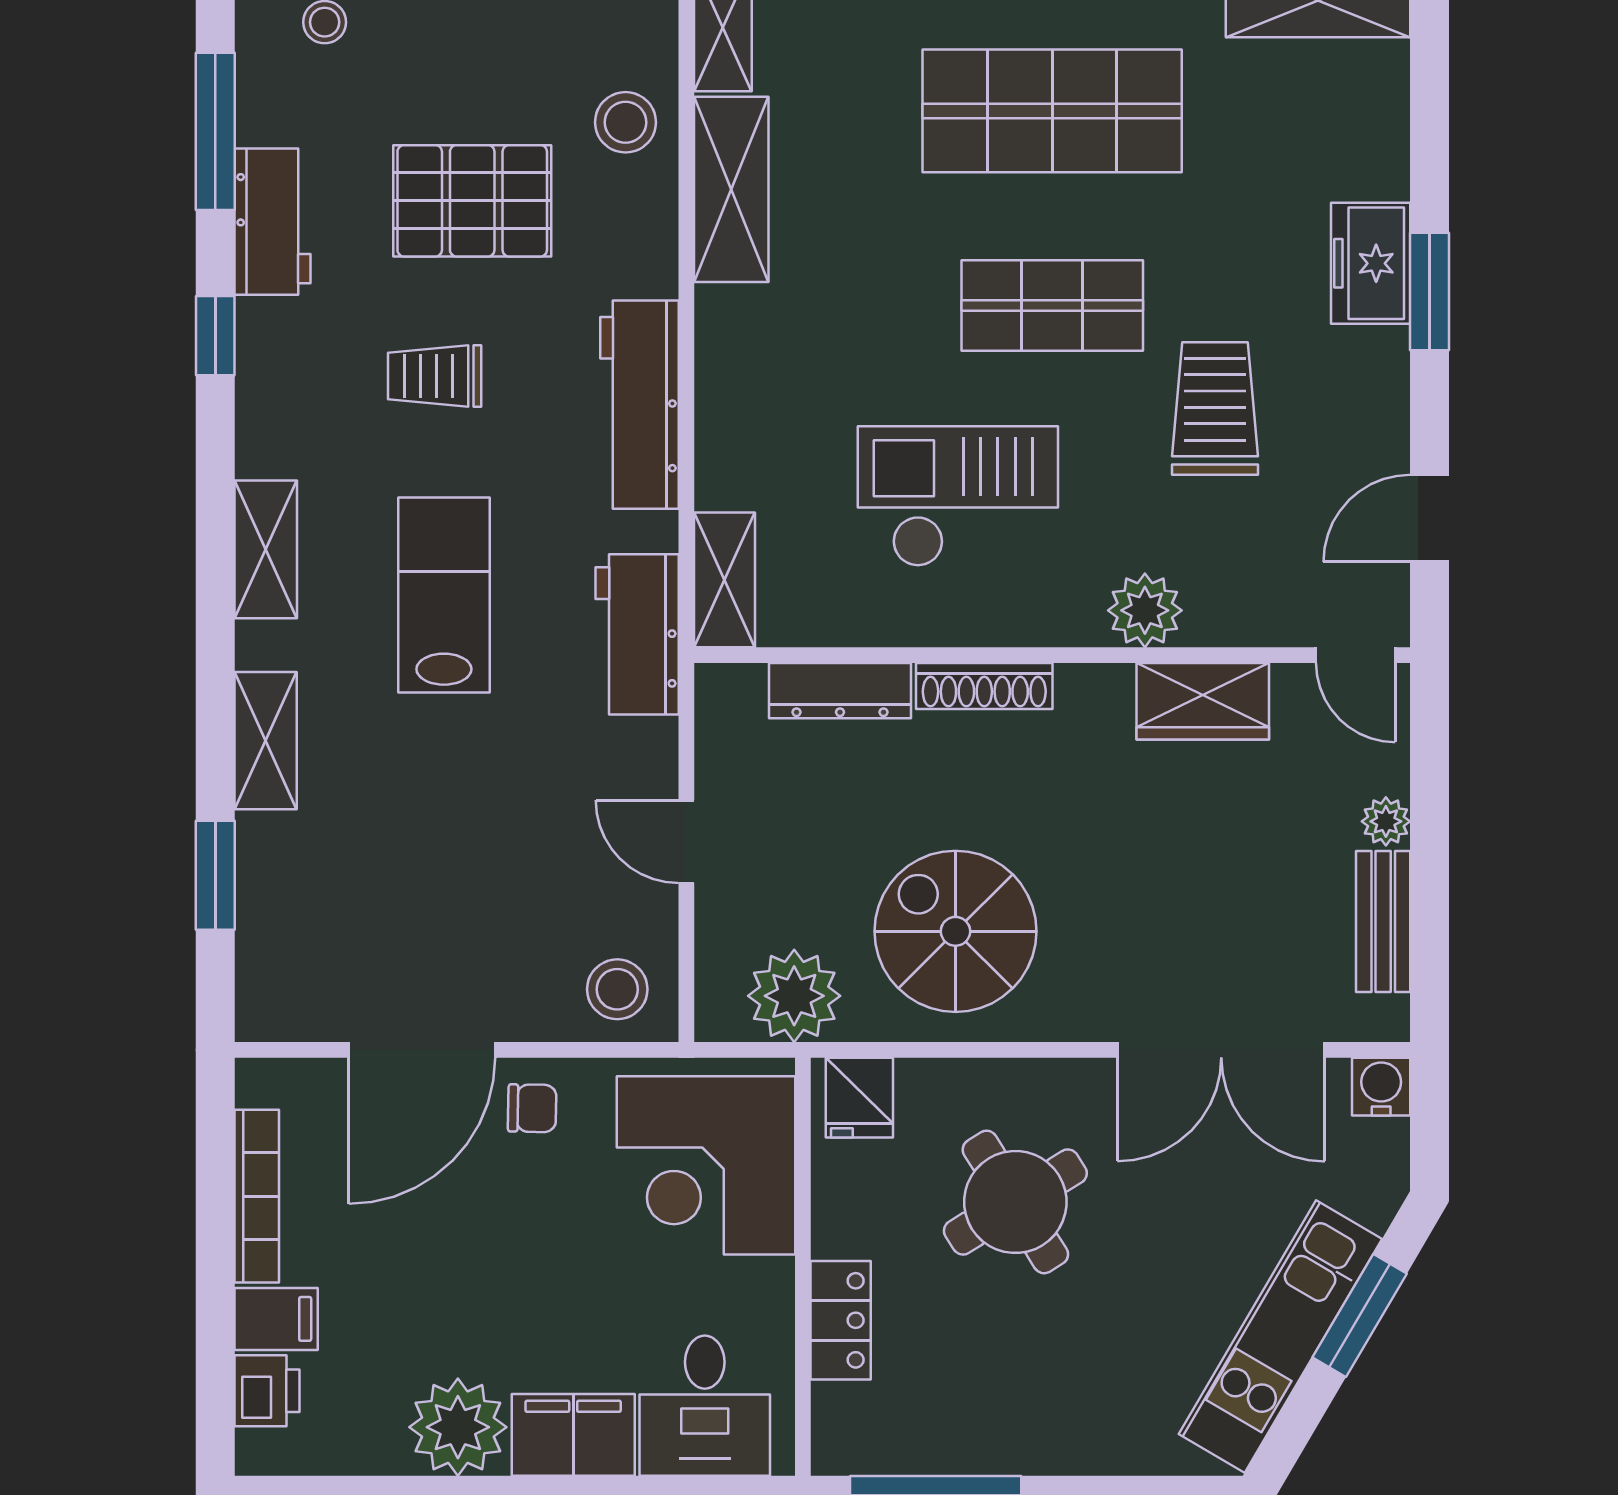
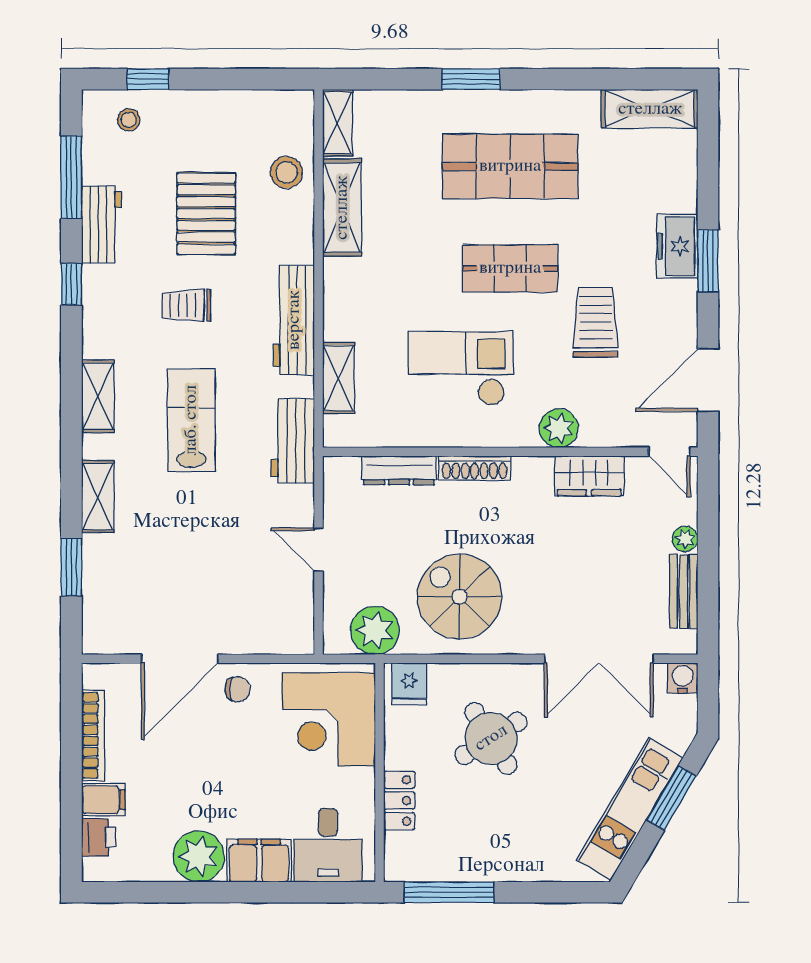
pallet: (472, 201) -> (206, 214), turned 90
door: (1430, 518) -> (708, 380), width x1.38
shelving: (725, 580) -> (338, 378), moved
stool: (617, 989) -> (282, 627), removed

